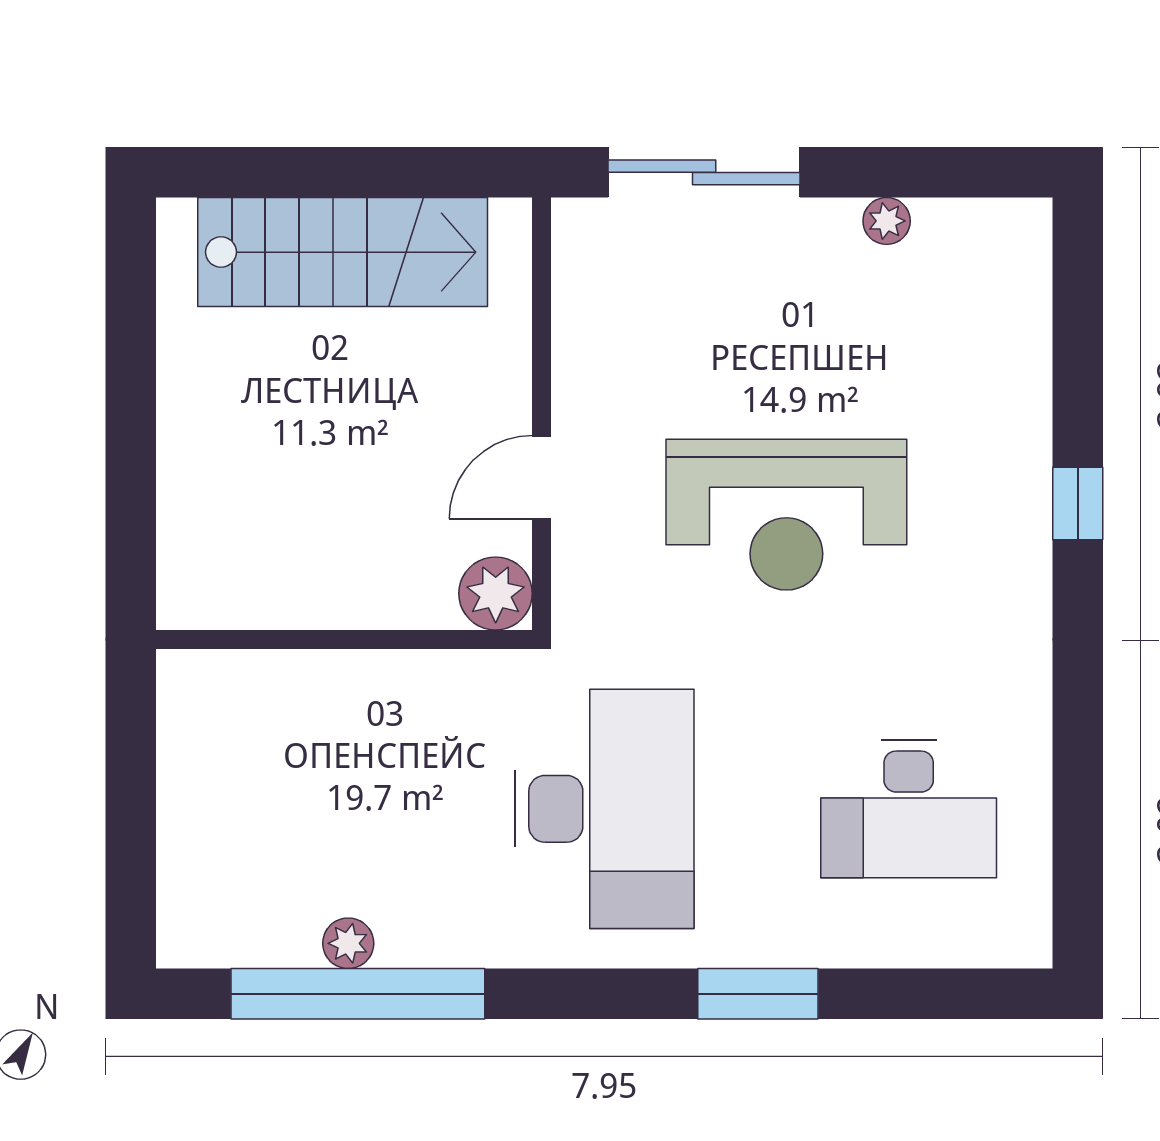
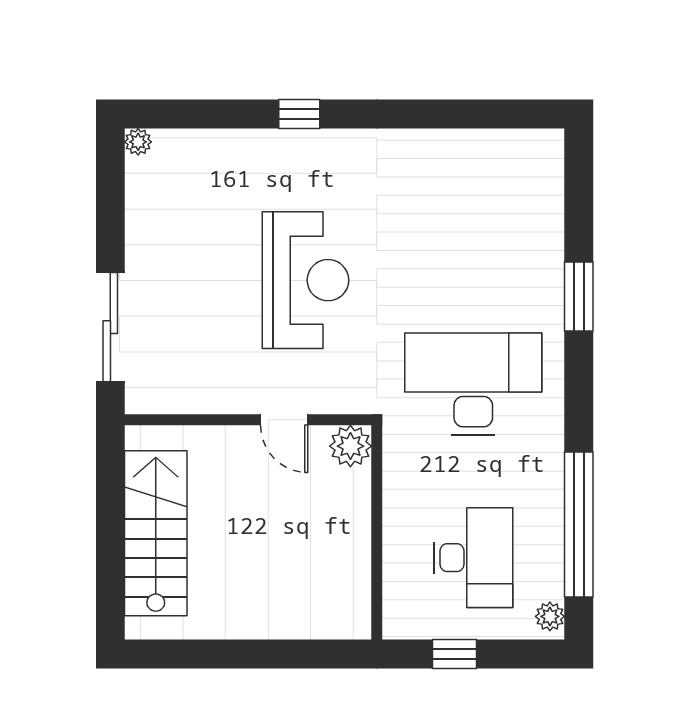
plant: (887, 221) -> (138, 142), moved
window: (131, 776) -> (455, 654), added
desk: (909, 809) -> (473, 558), moved
plant: (348, 943) -> (550, 616), moved

